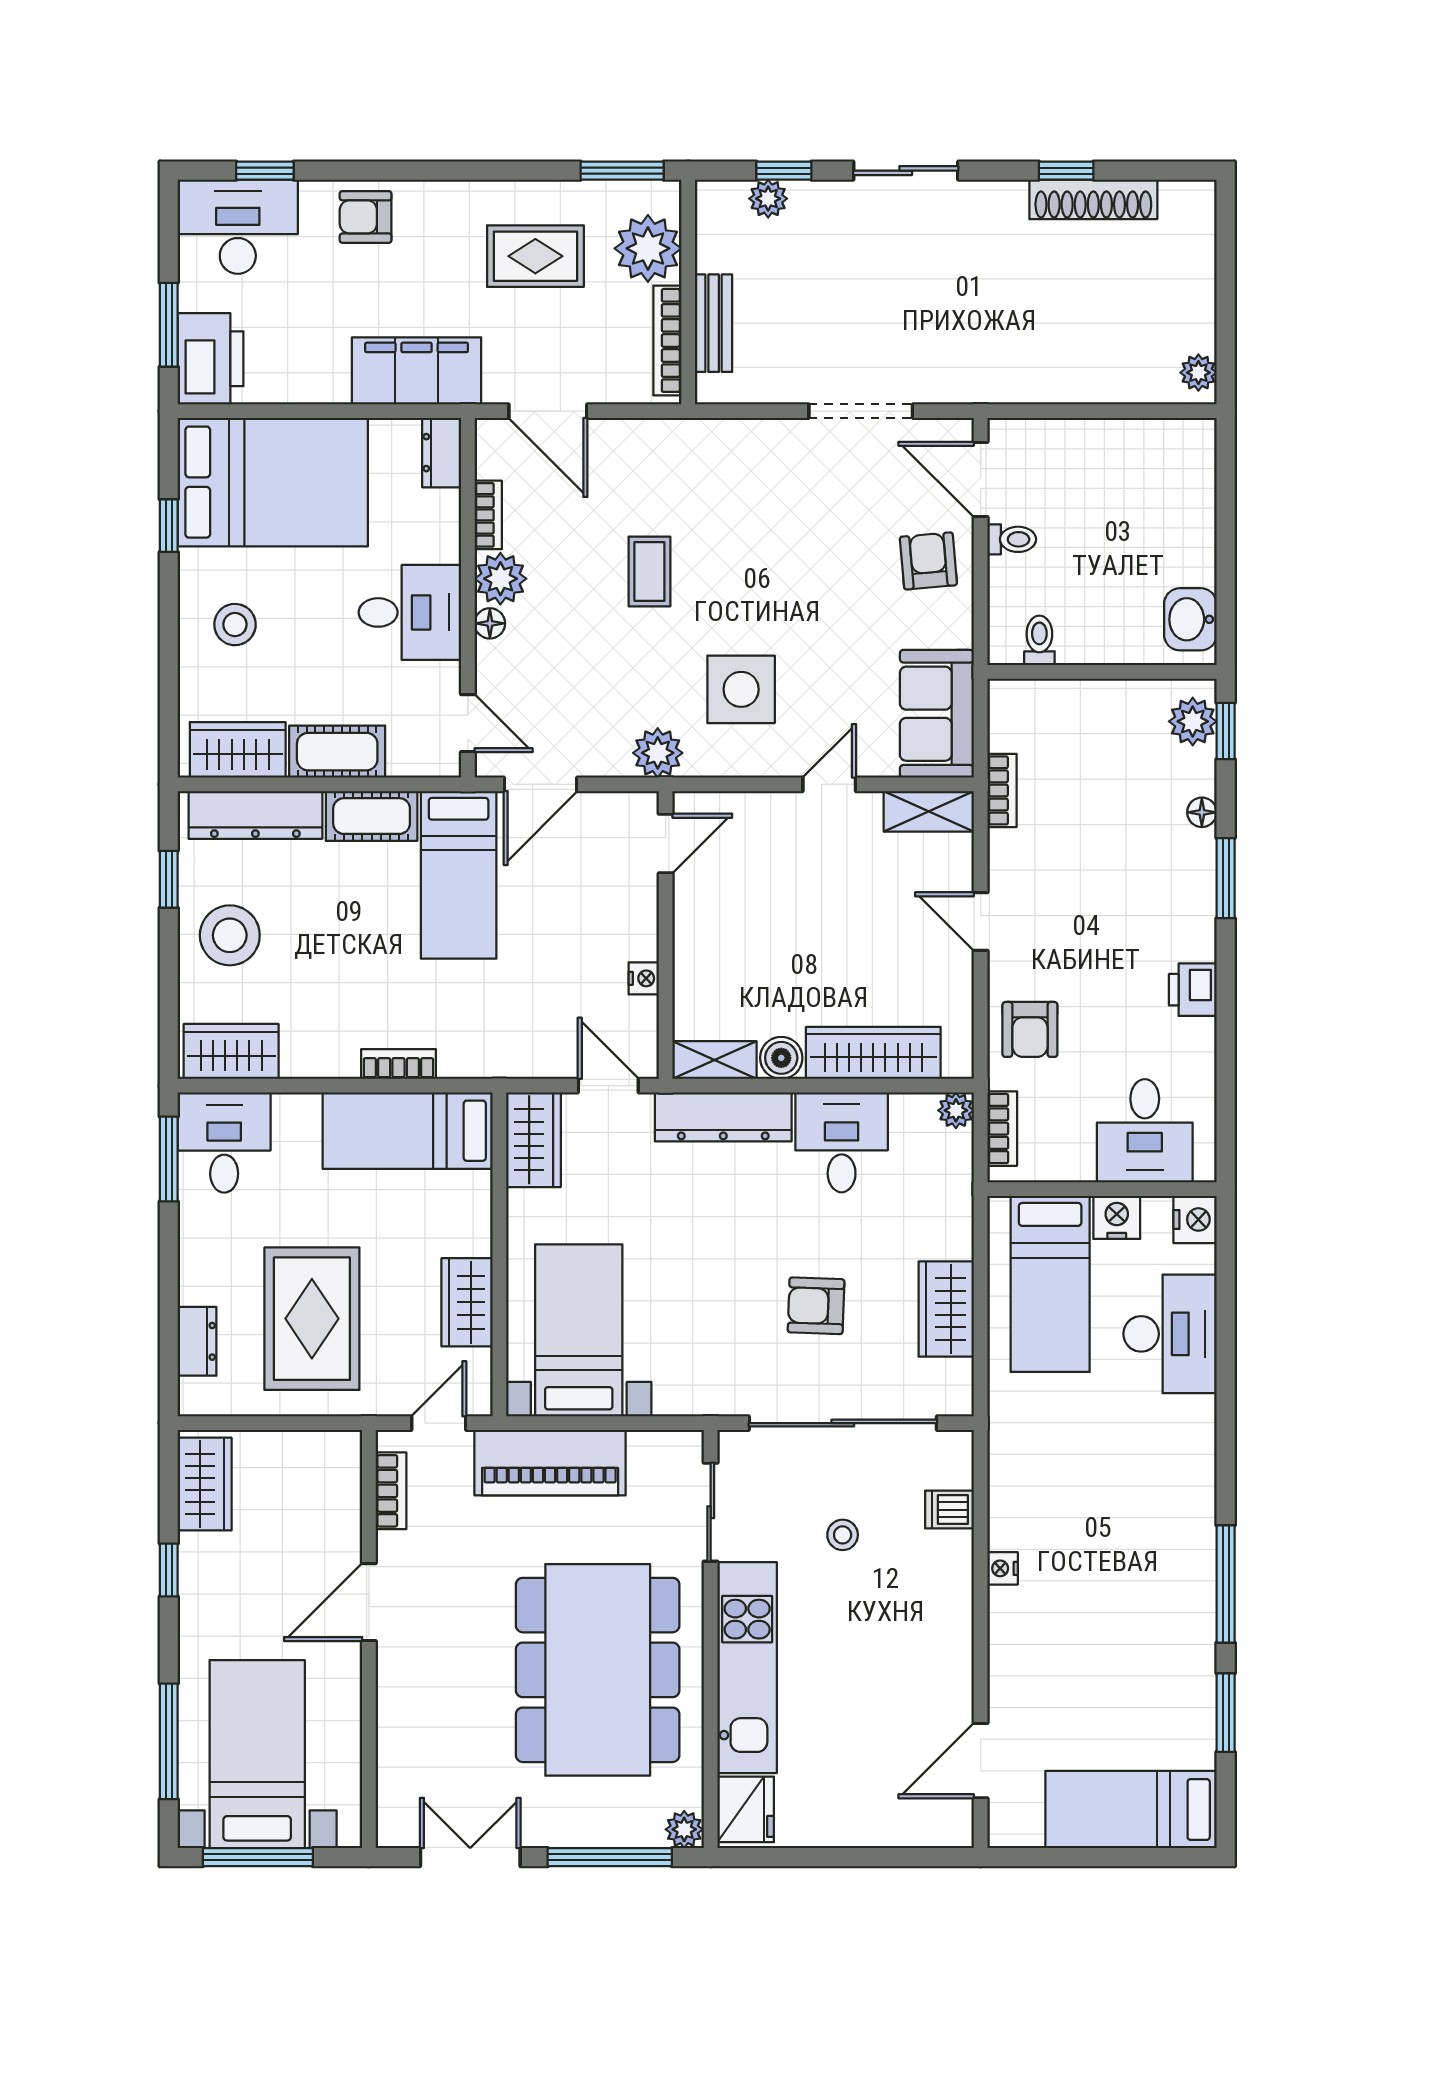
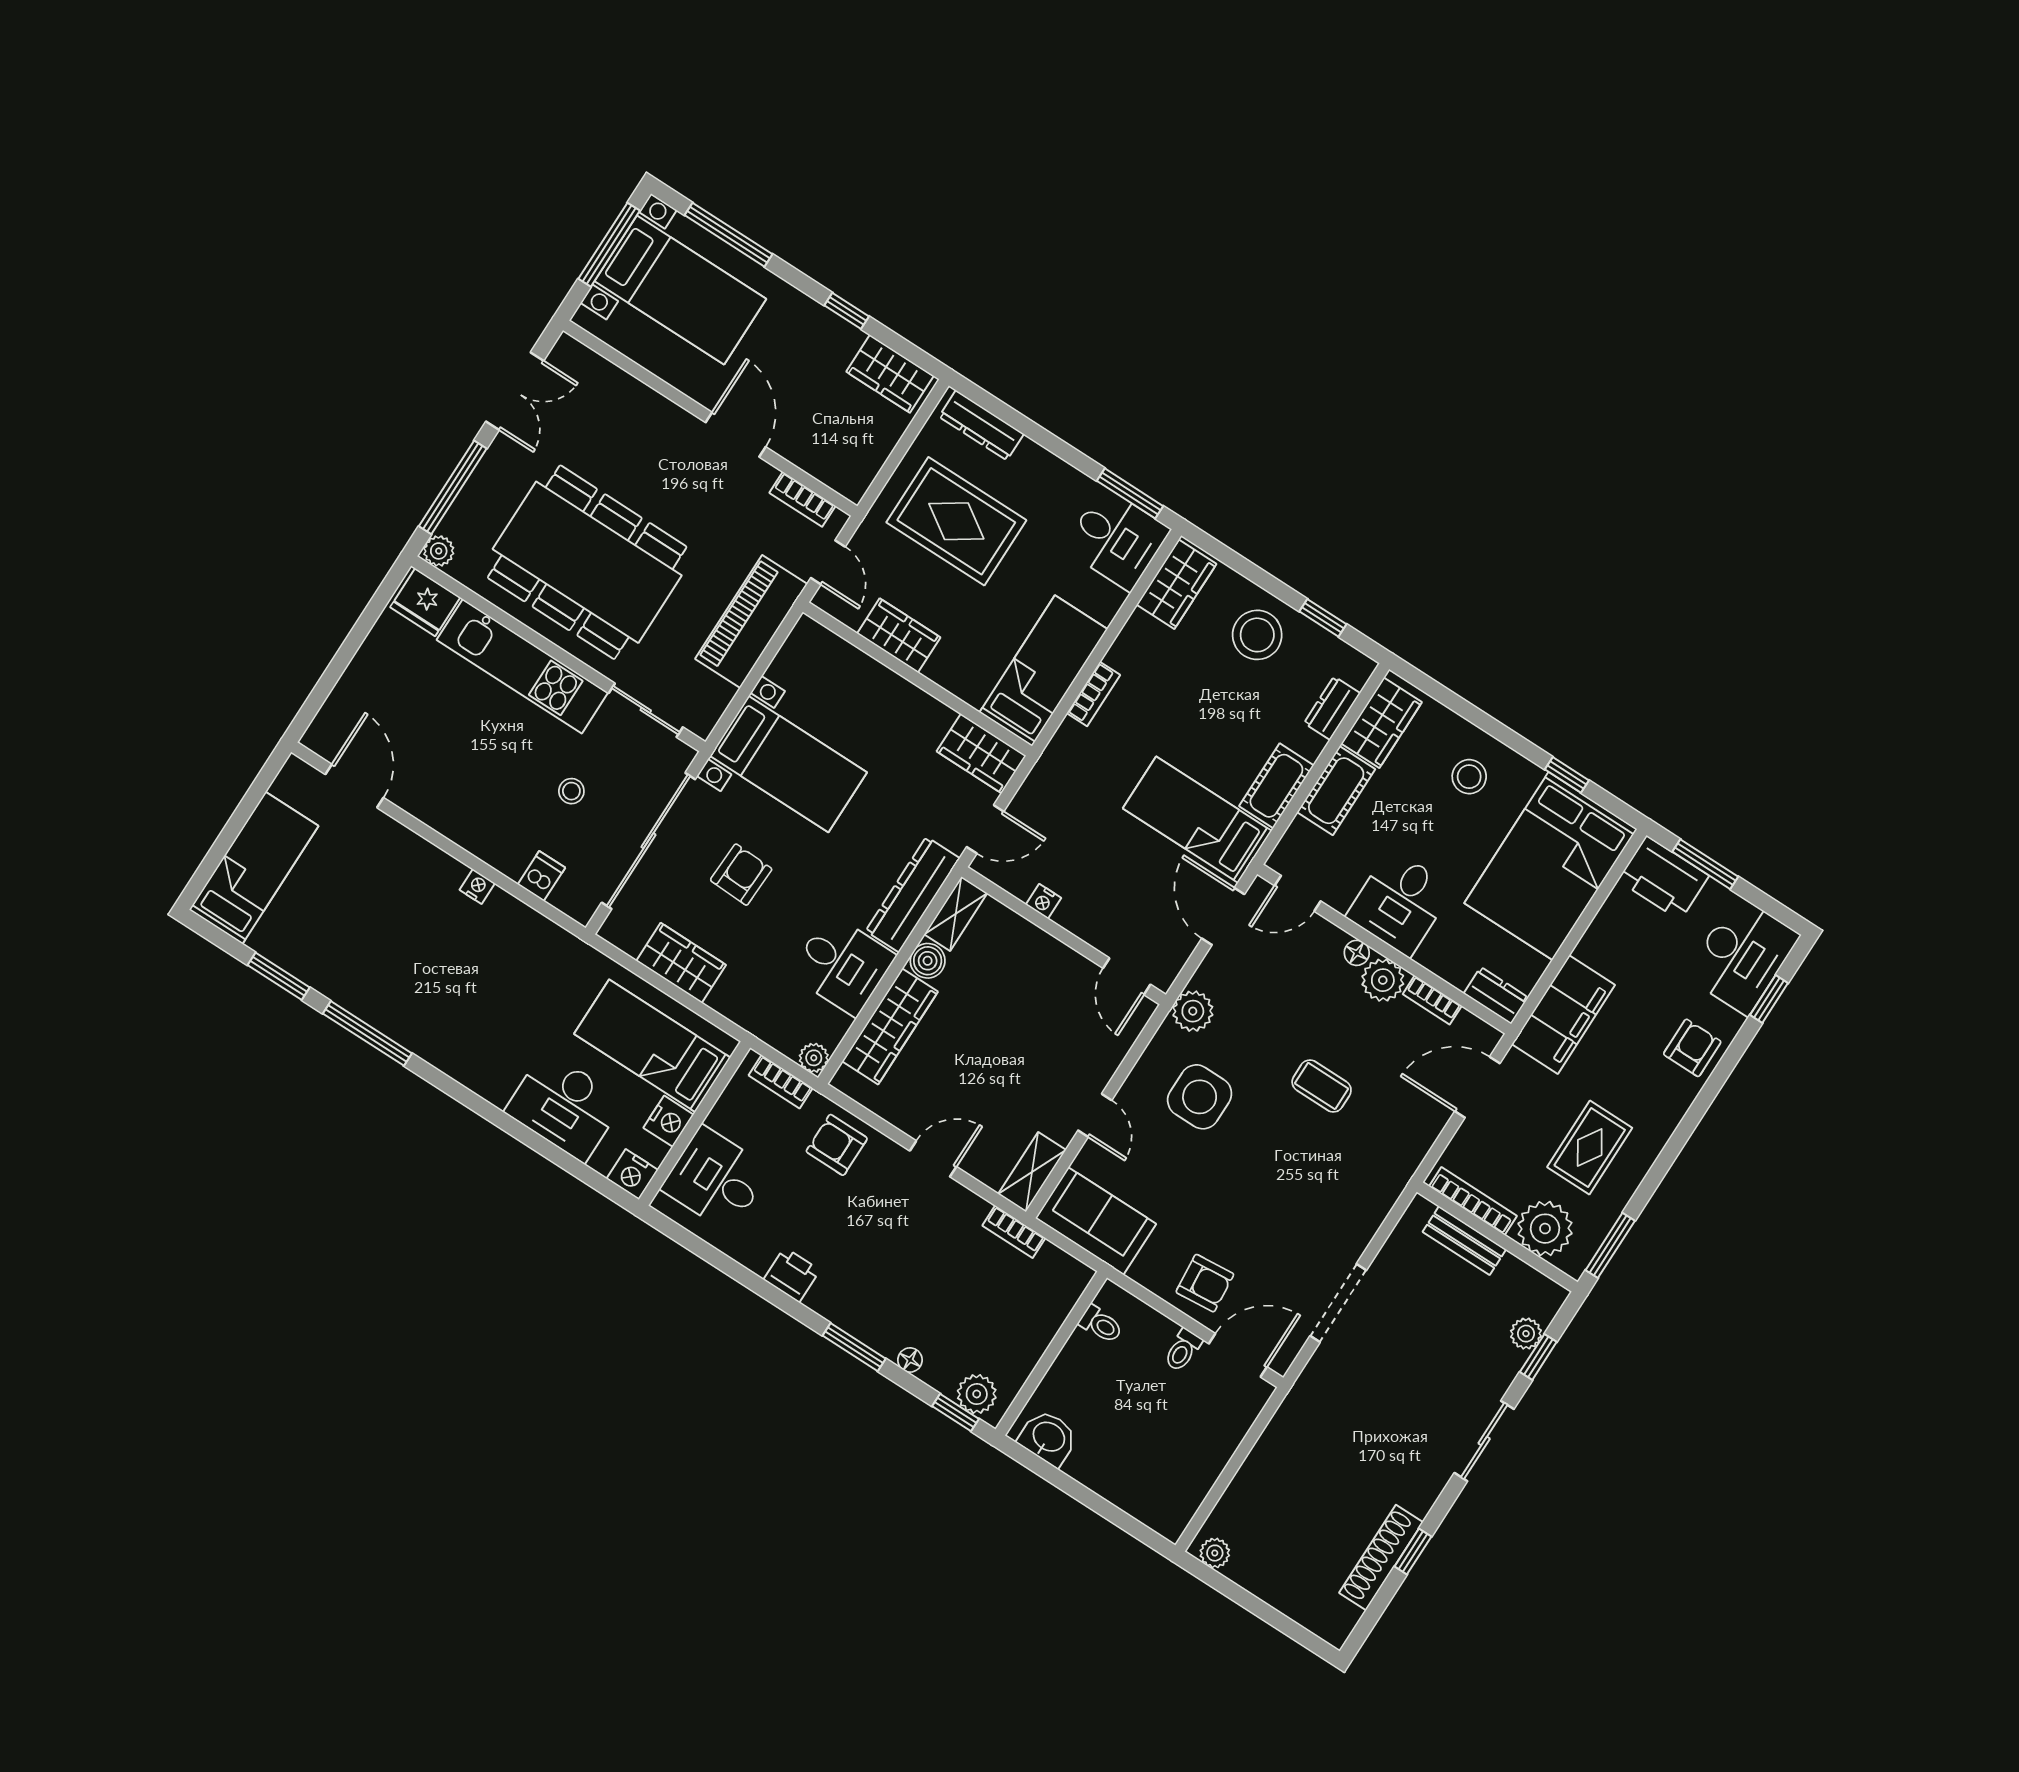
dresser: (255, 815) -> (1332, 708), width x0.51, depth x0.80
bed with nightstands: (579, 1330) -> (788, 764), moved
dresser: (197, 1341) -> (981, 425), width x1.44

